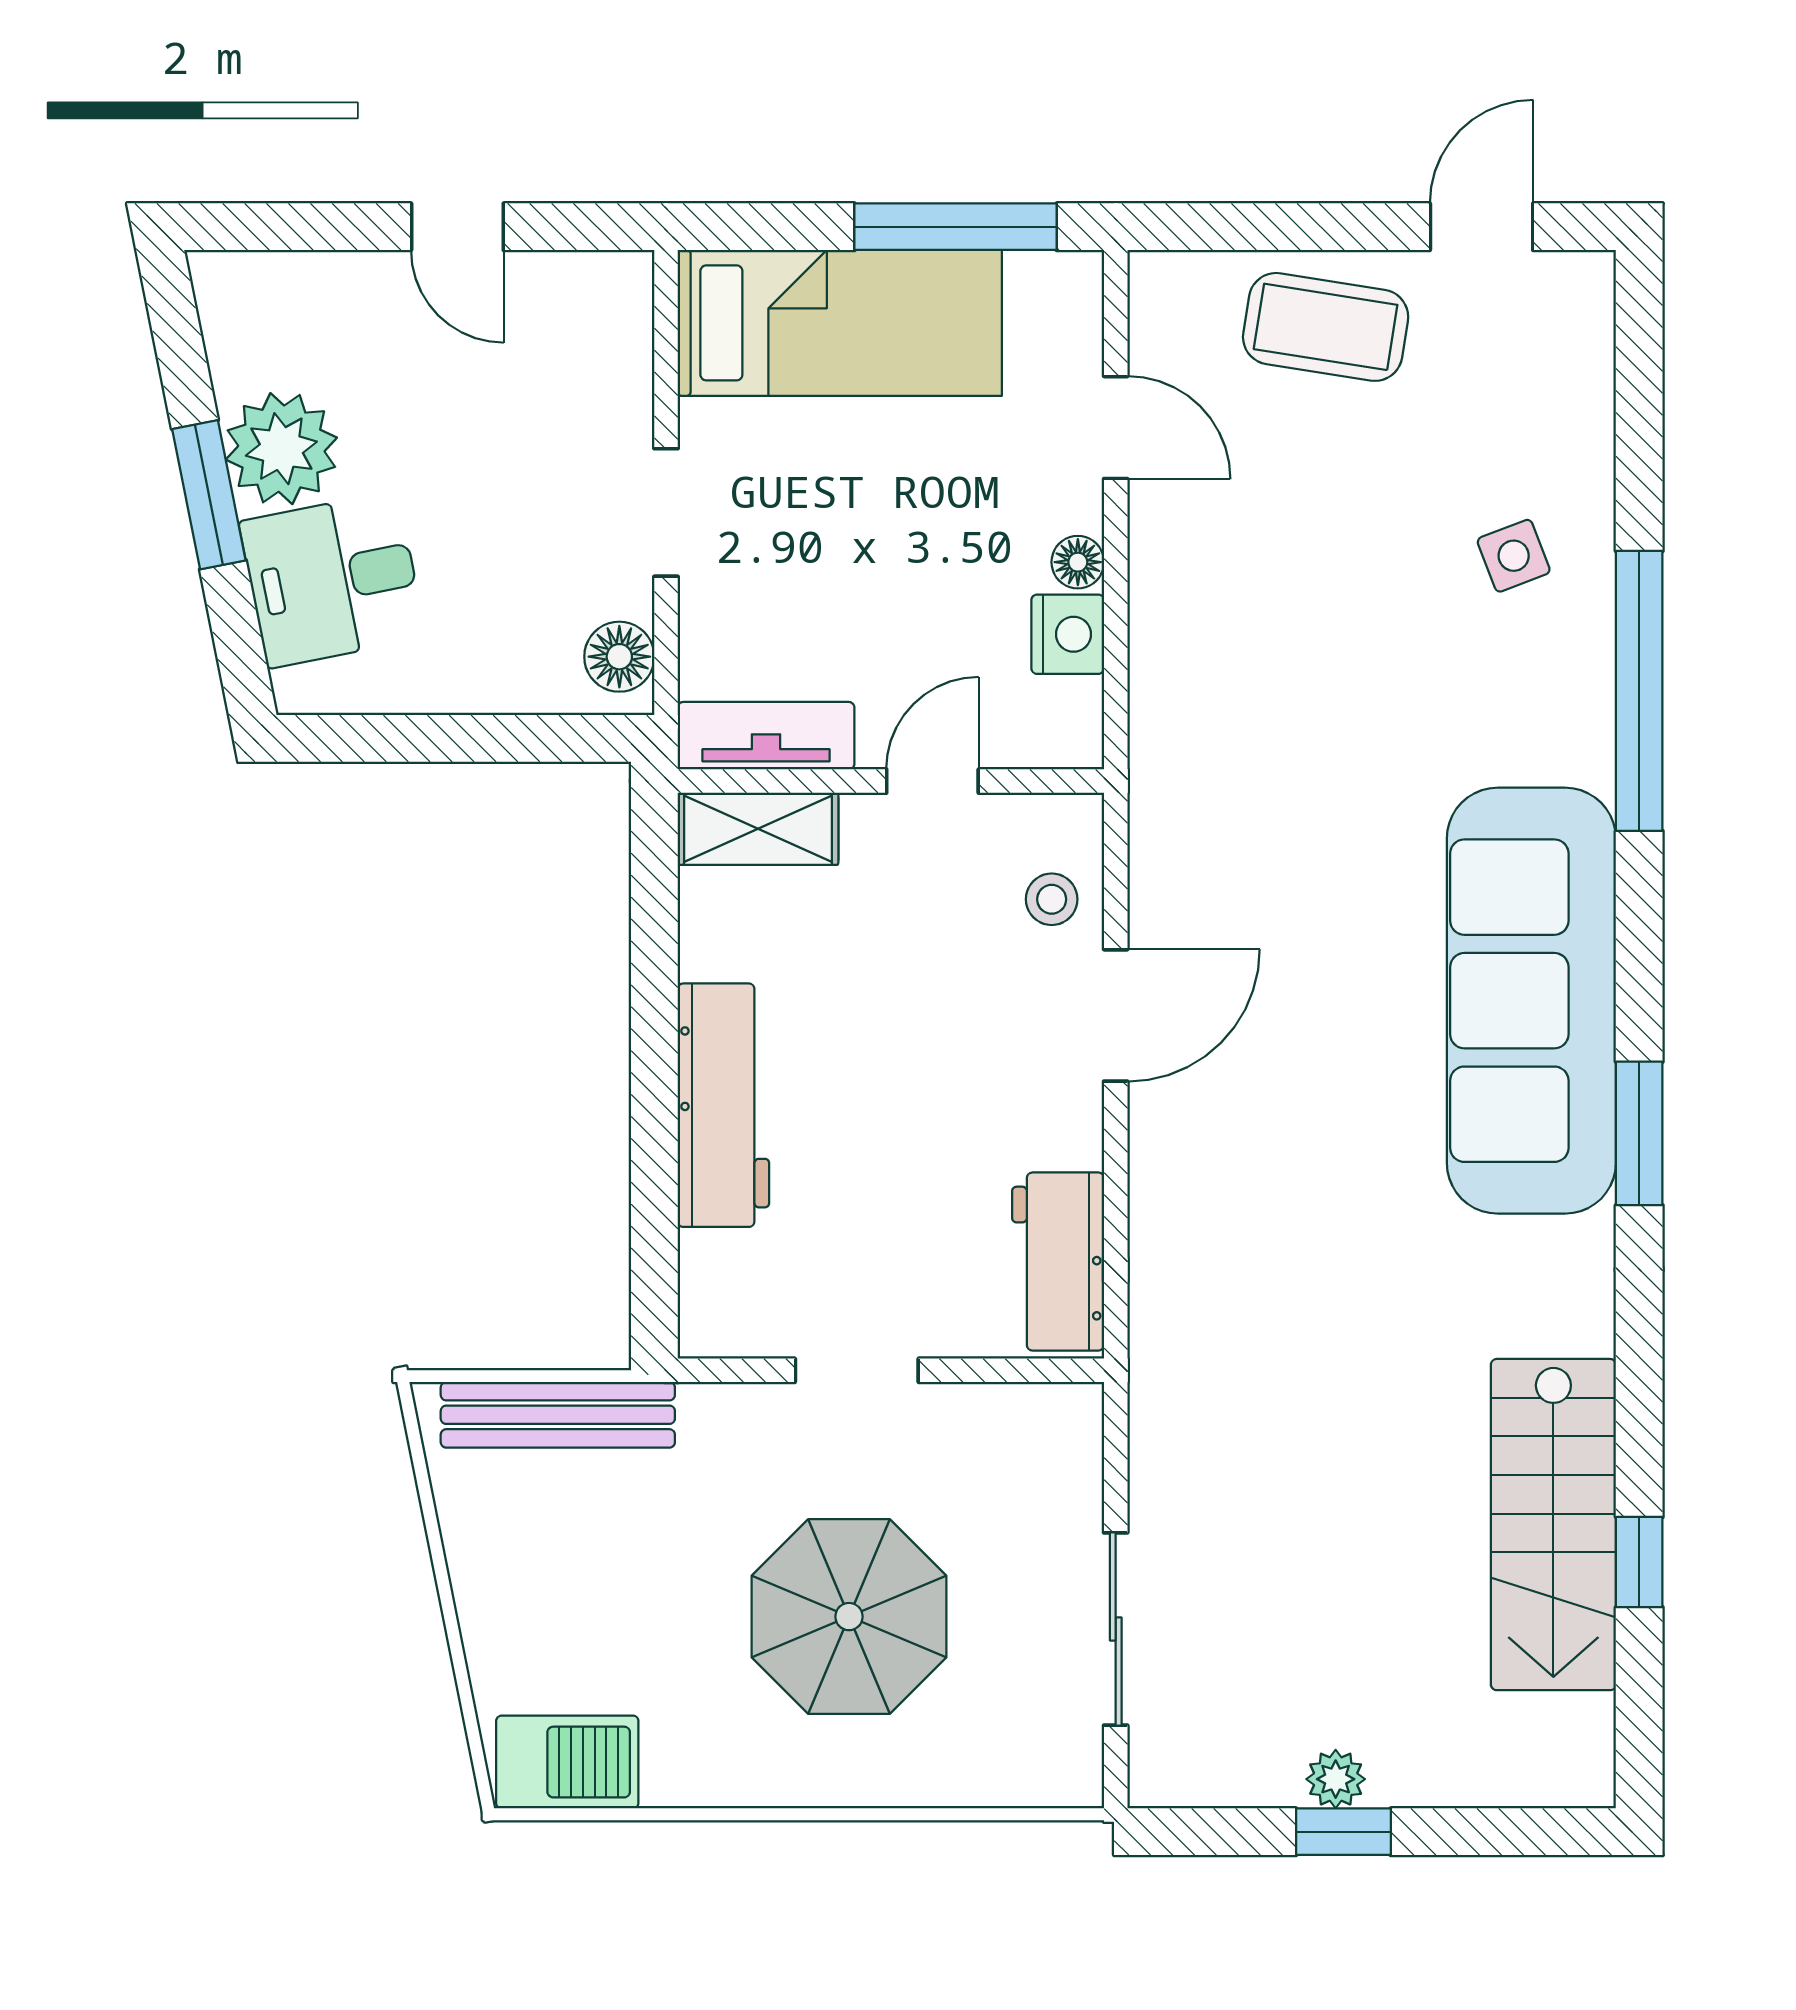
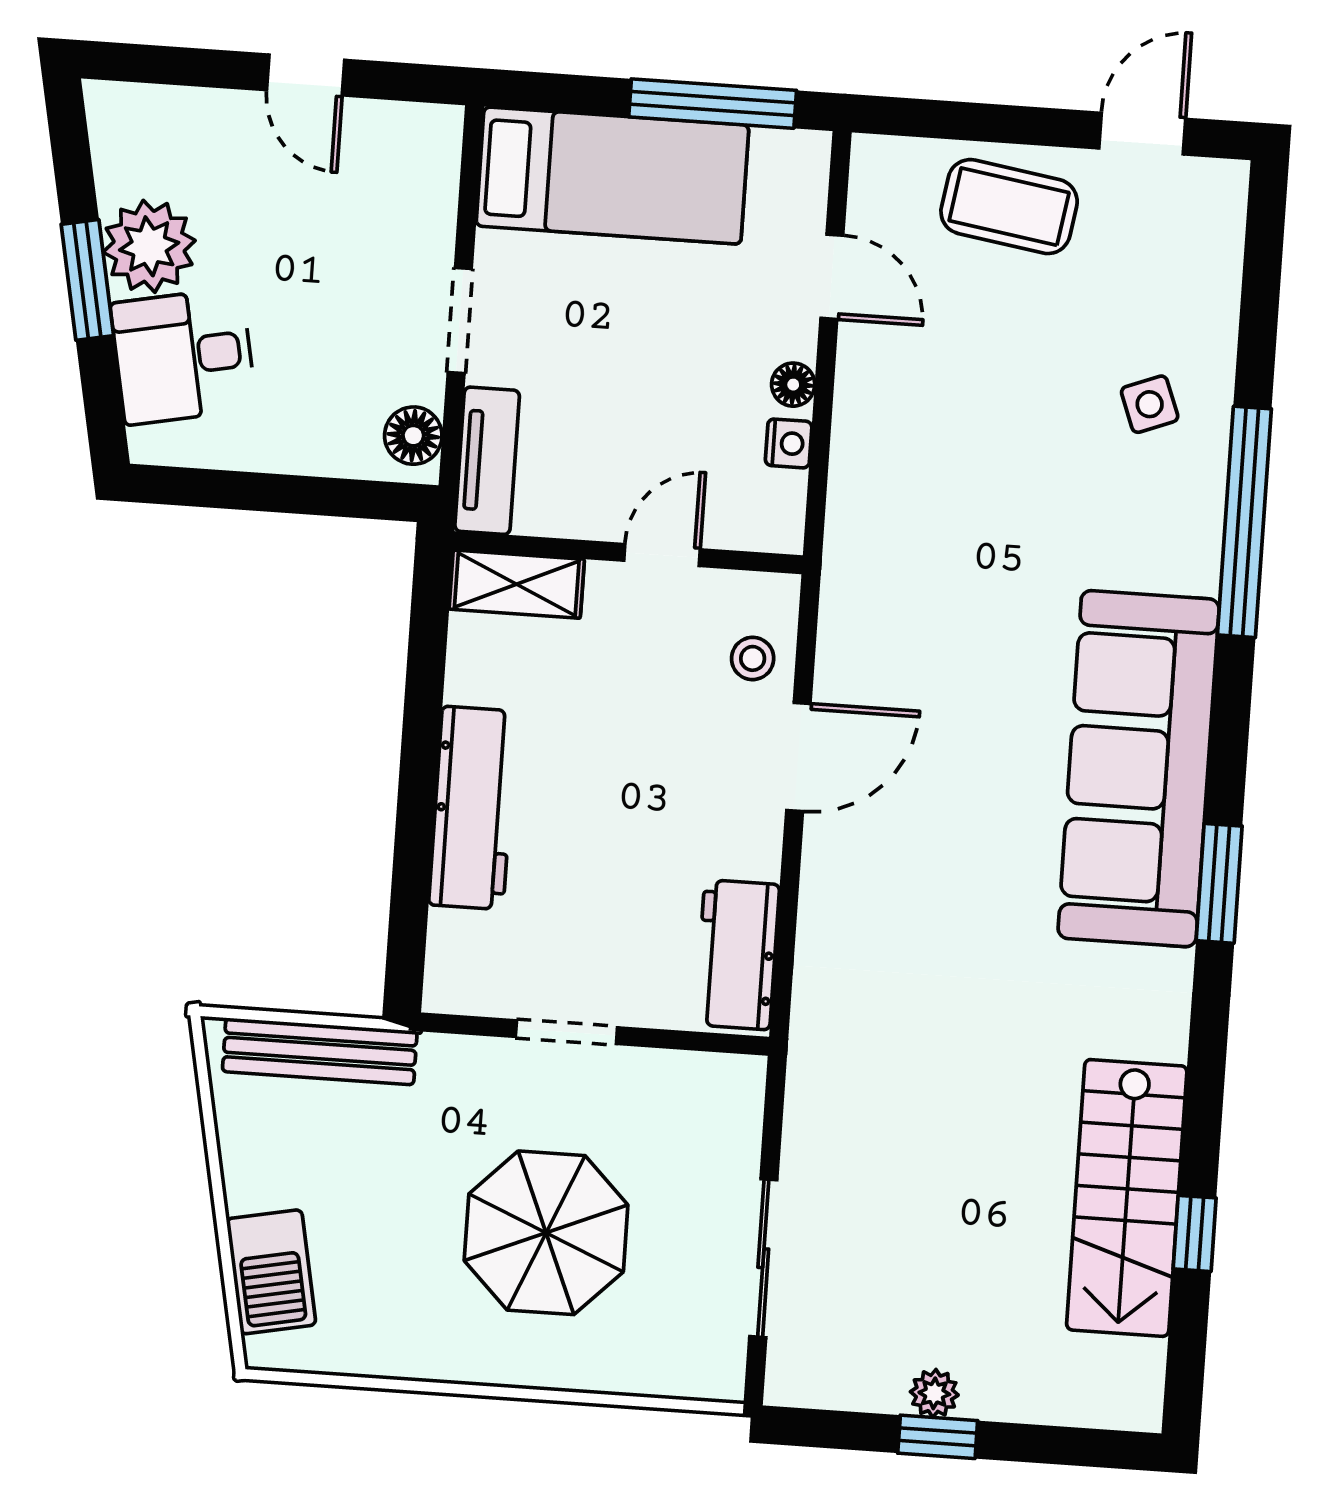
nightstand: (1068, 634) -> (789, 443), width x0.72, depth x0.74
tv unit: (766, 736) -> (487, 461), moved, turned 90
barbecue: (567, 1762) -> (271, 1272), moved, turned 79

